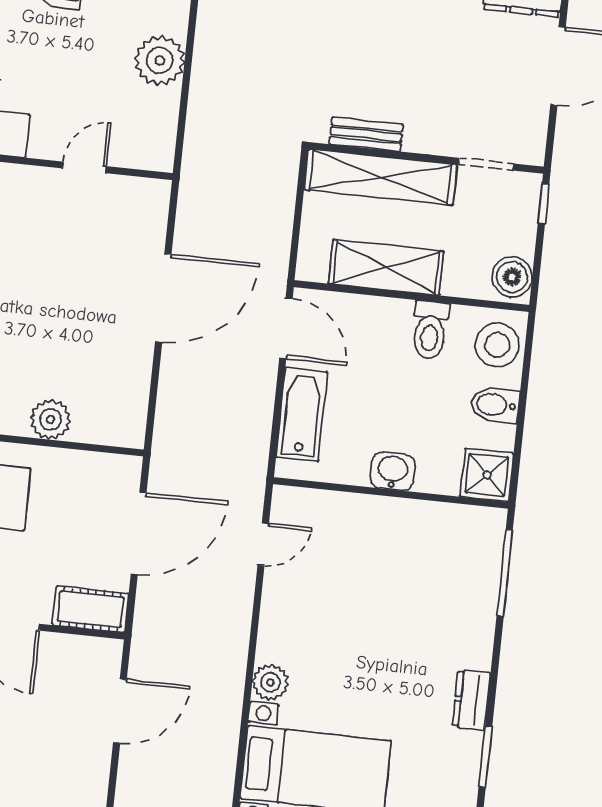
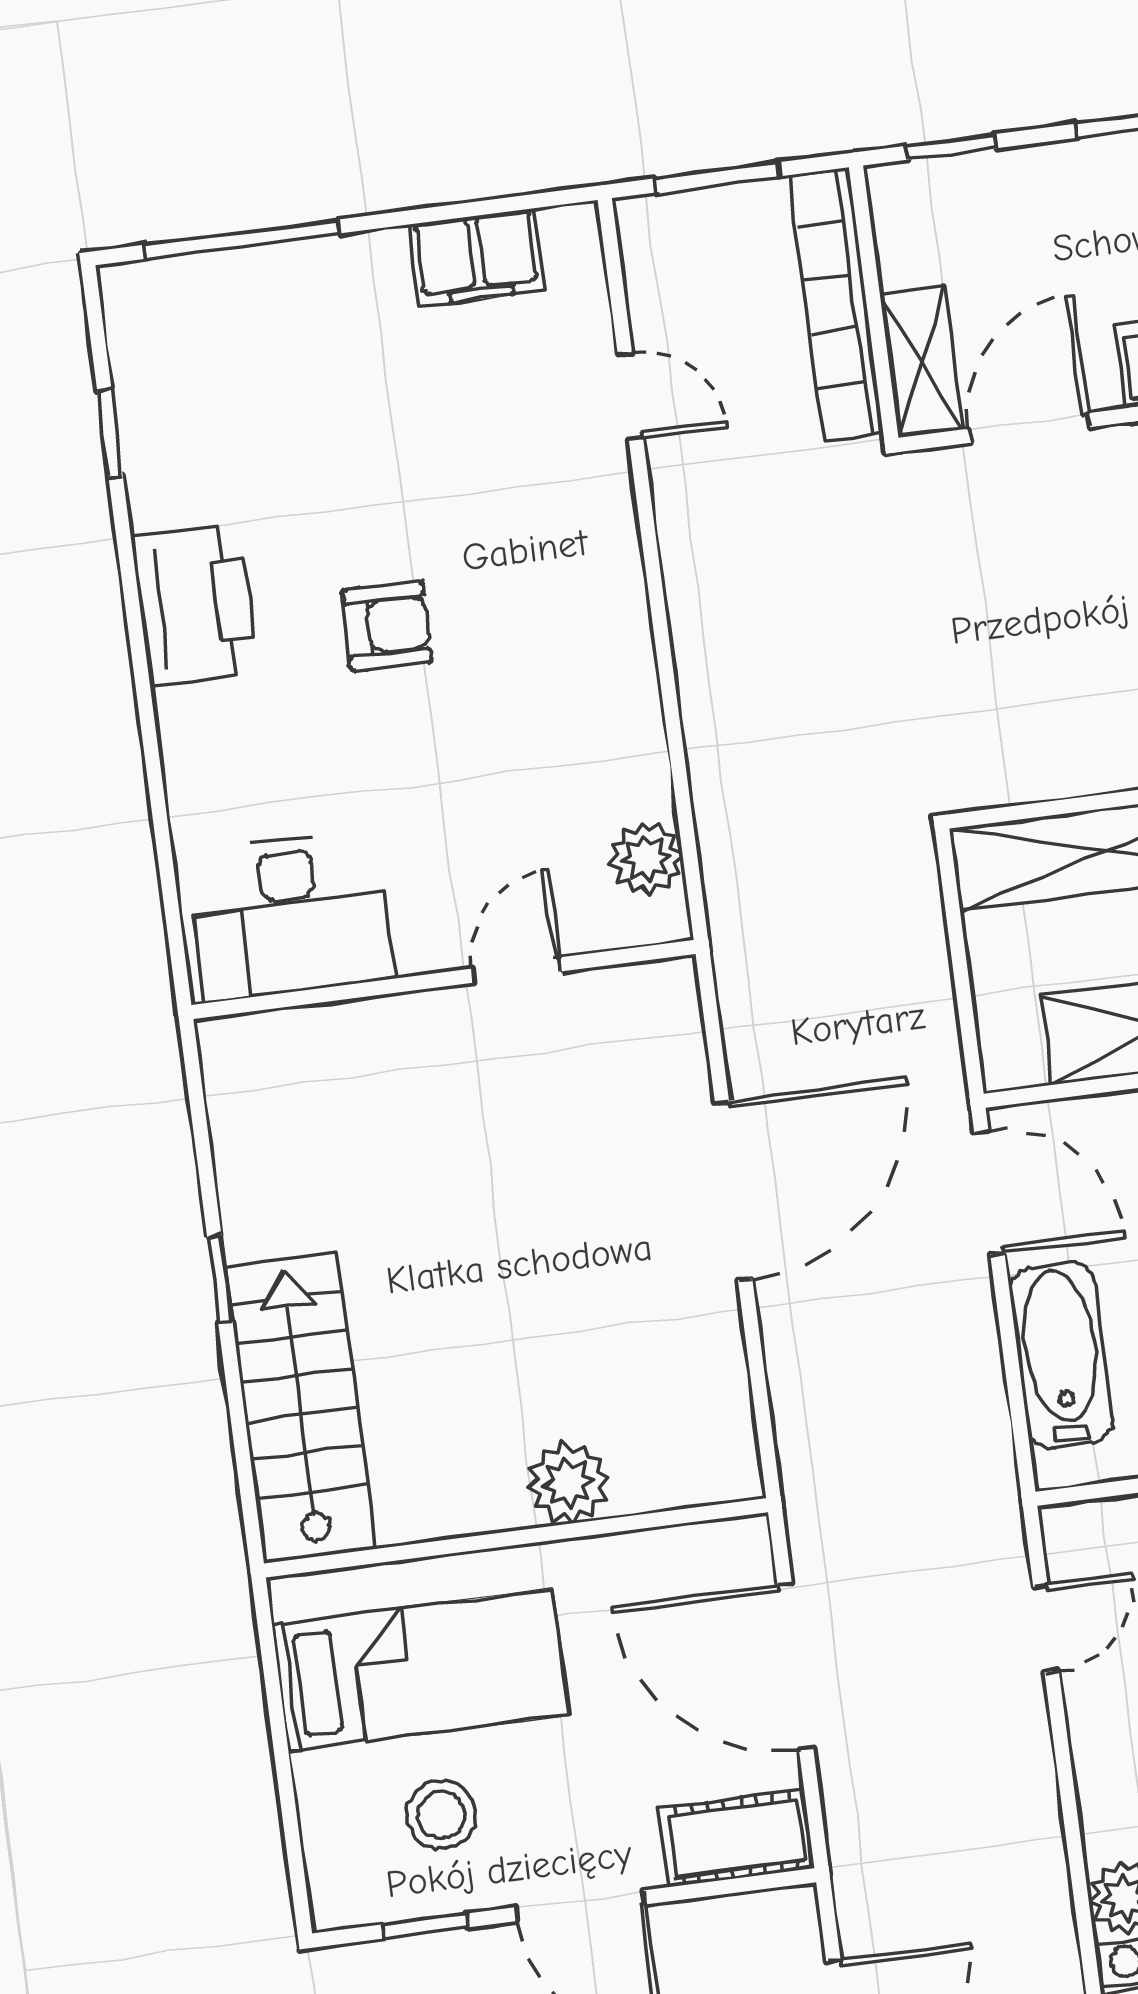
plant: (160, 60) -> (646, 858), moved, width x0.73, depth x0.73
bench: (366, 134) -> (1057, 773), removed
door: (139, 534) -> (795, 1667), swing flipped

